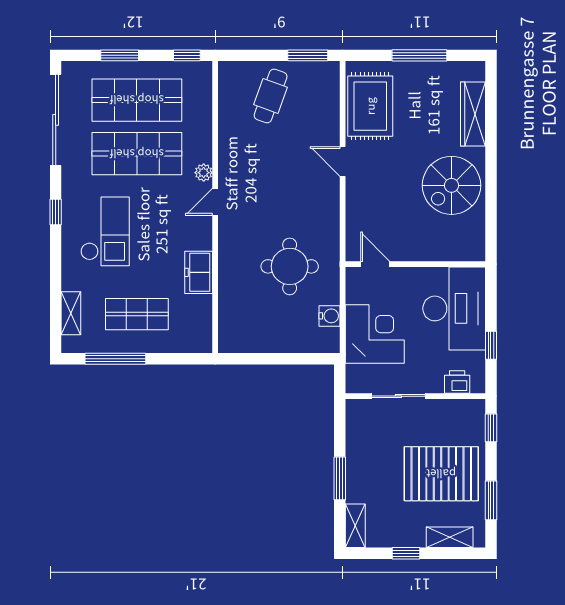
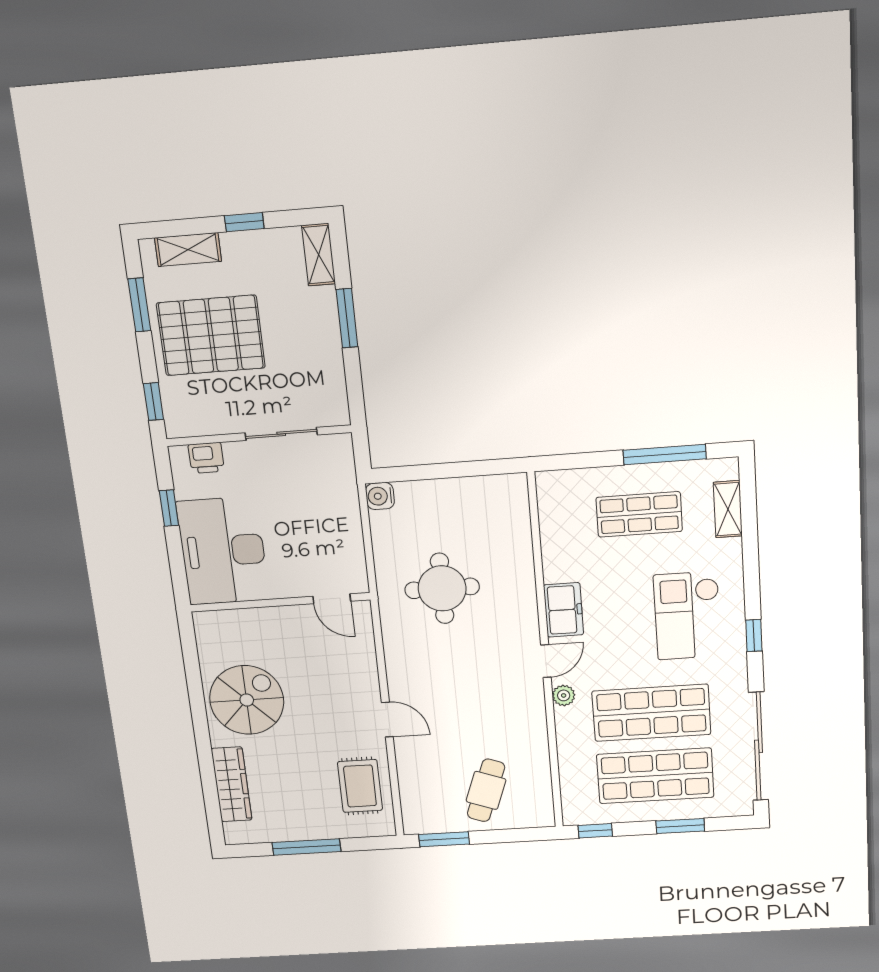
rug: (370, 106) -> (360, 786), width x0.73, depth x0.70
freezer: (199, 272) -> (563, 610), moved
water cooler: (330, 316) -> (380, 496), moved
corner desk: (375, 334) -> (322, 511), removed

